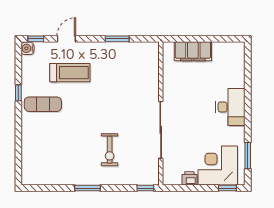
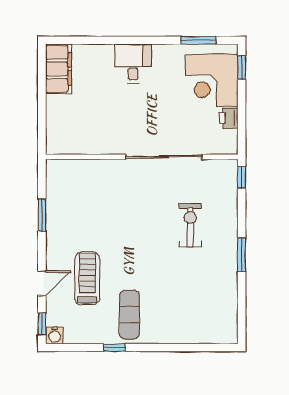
door: (66, 39) -> (42, 283), swing flipped
filing cabinet: (193, 51) -> (59, 69), moved
desk: (230, 107) -> (133, 63), width x0.73
exercise bike: (110, 150) -> (190, 225), turned -90

